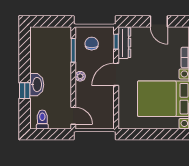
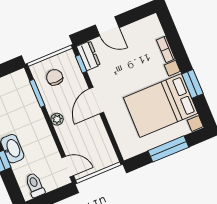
door: (159, 21) -> (107, 26), moved
dresser: (124, 43) -> (88, 56), width x0.70
window: (156, 134) -> (168, 149), added

